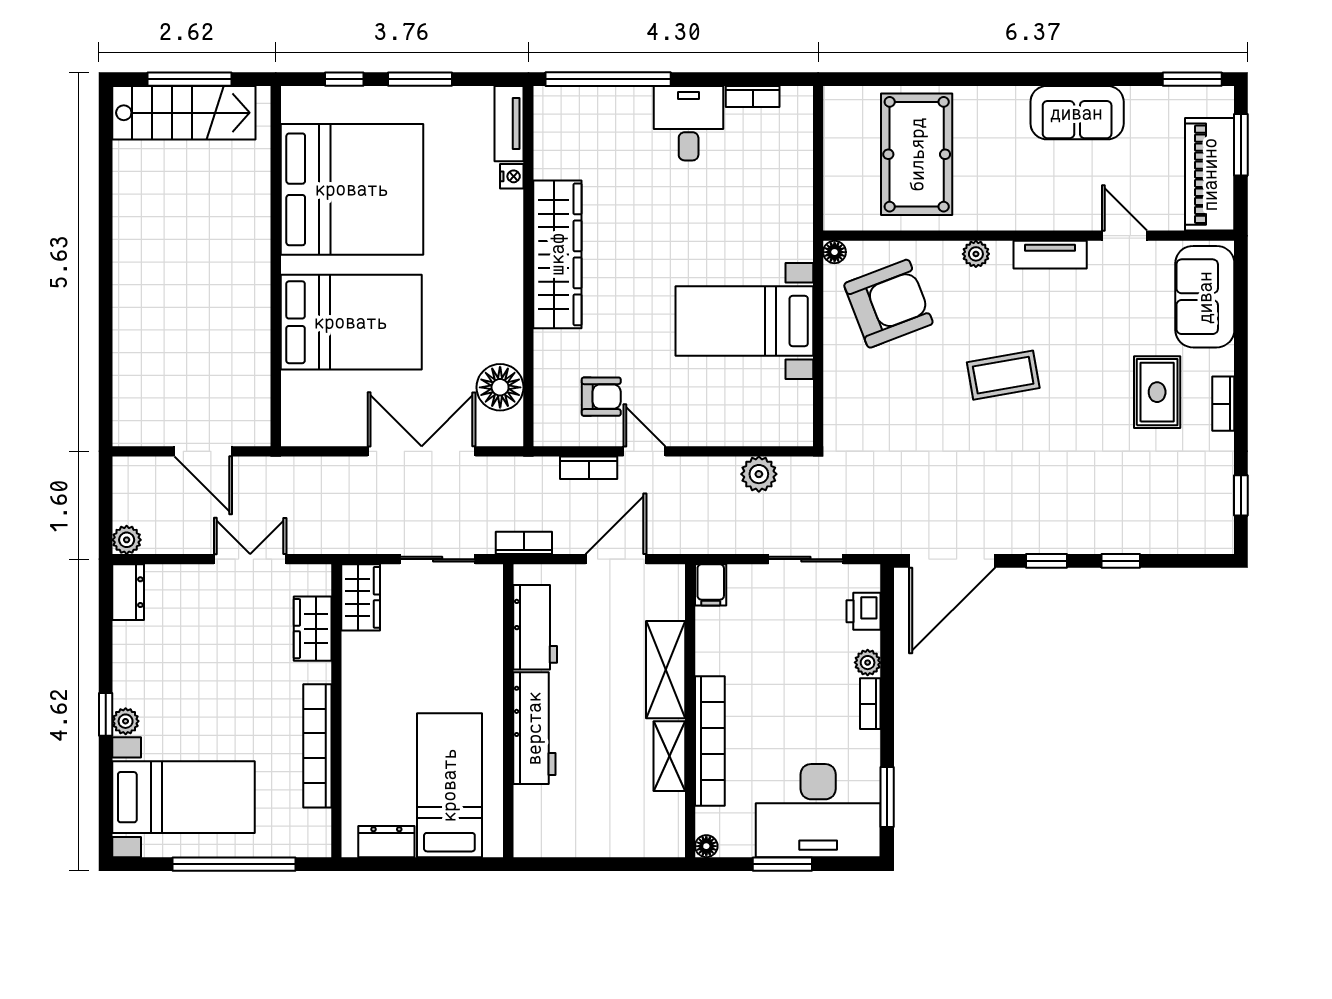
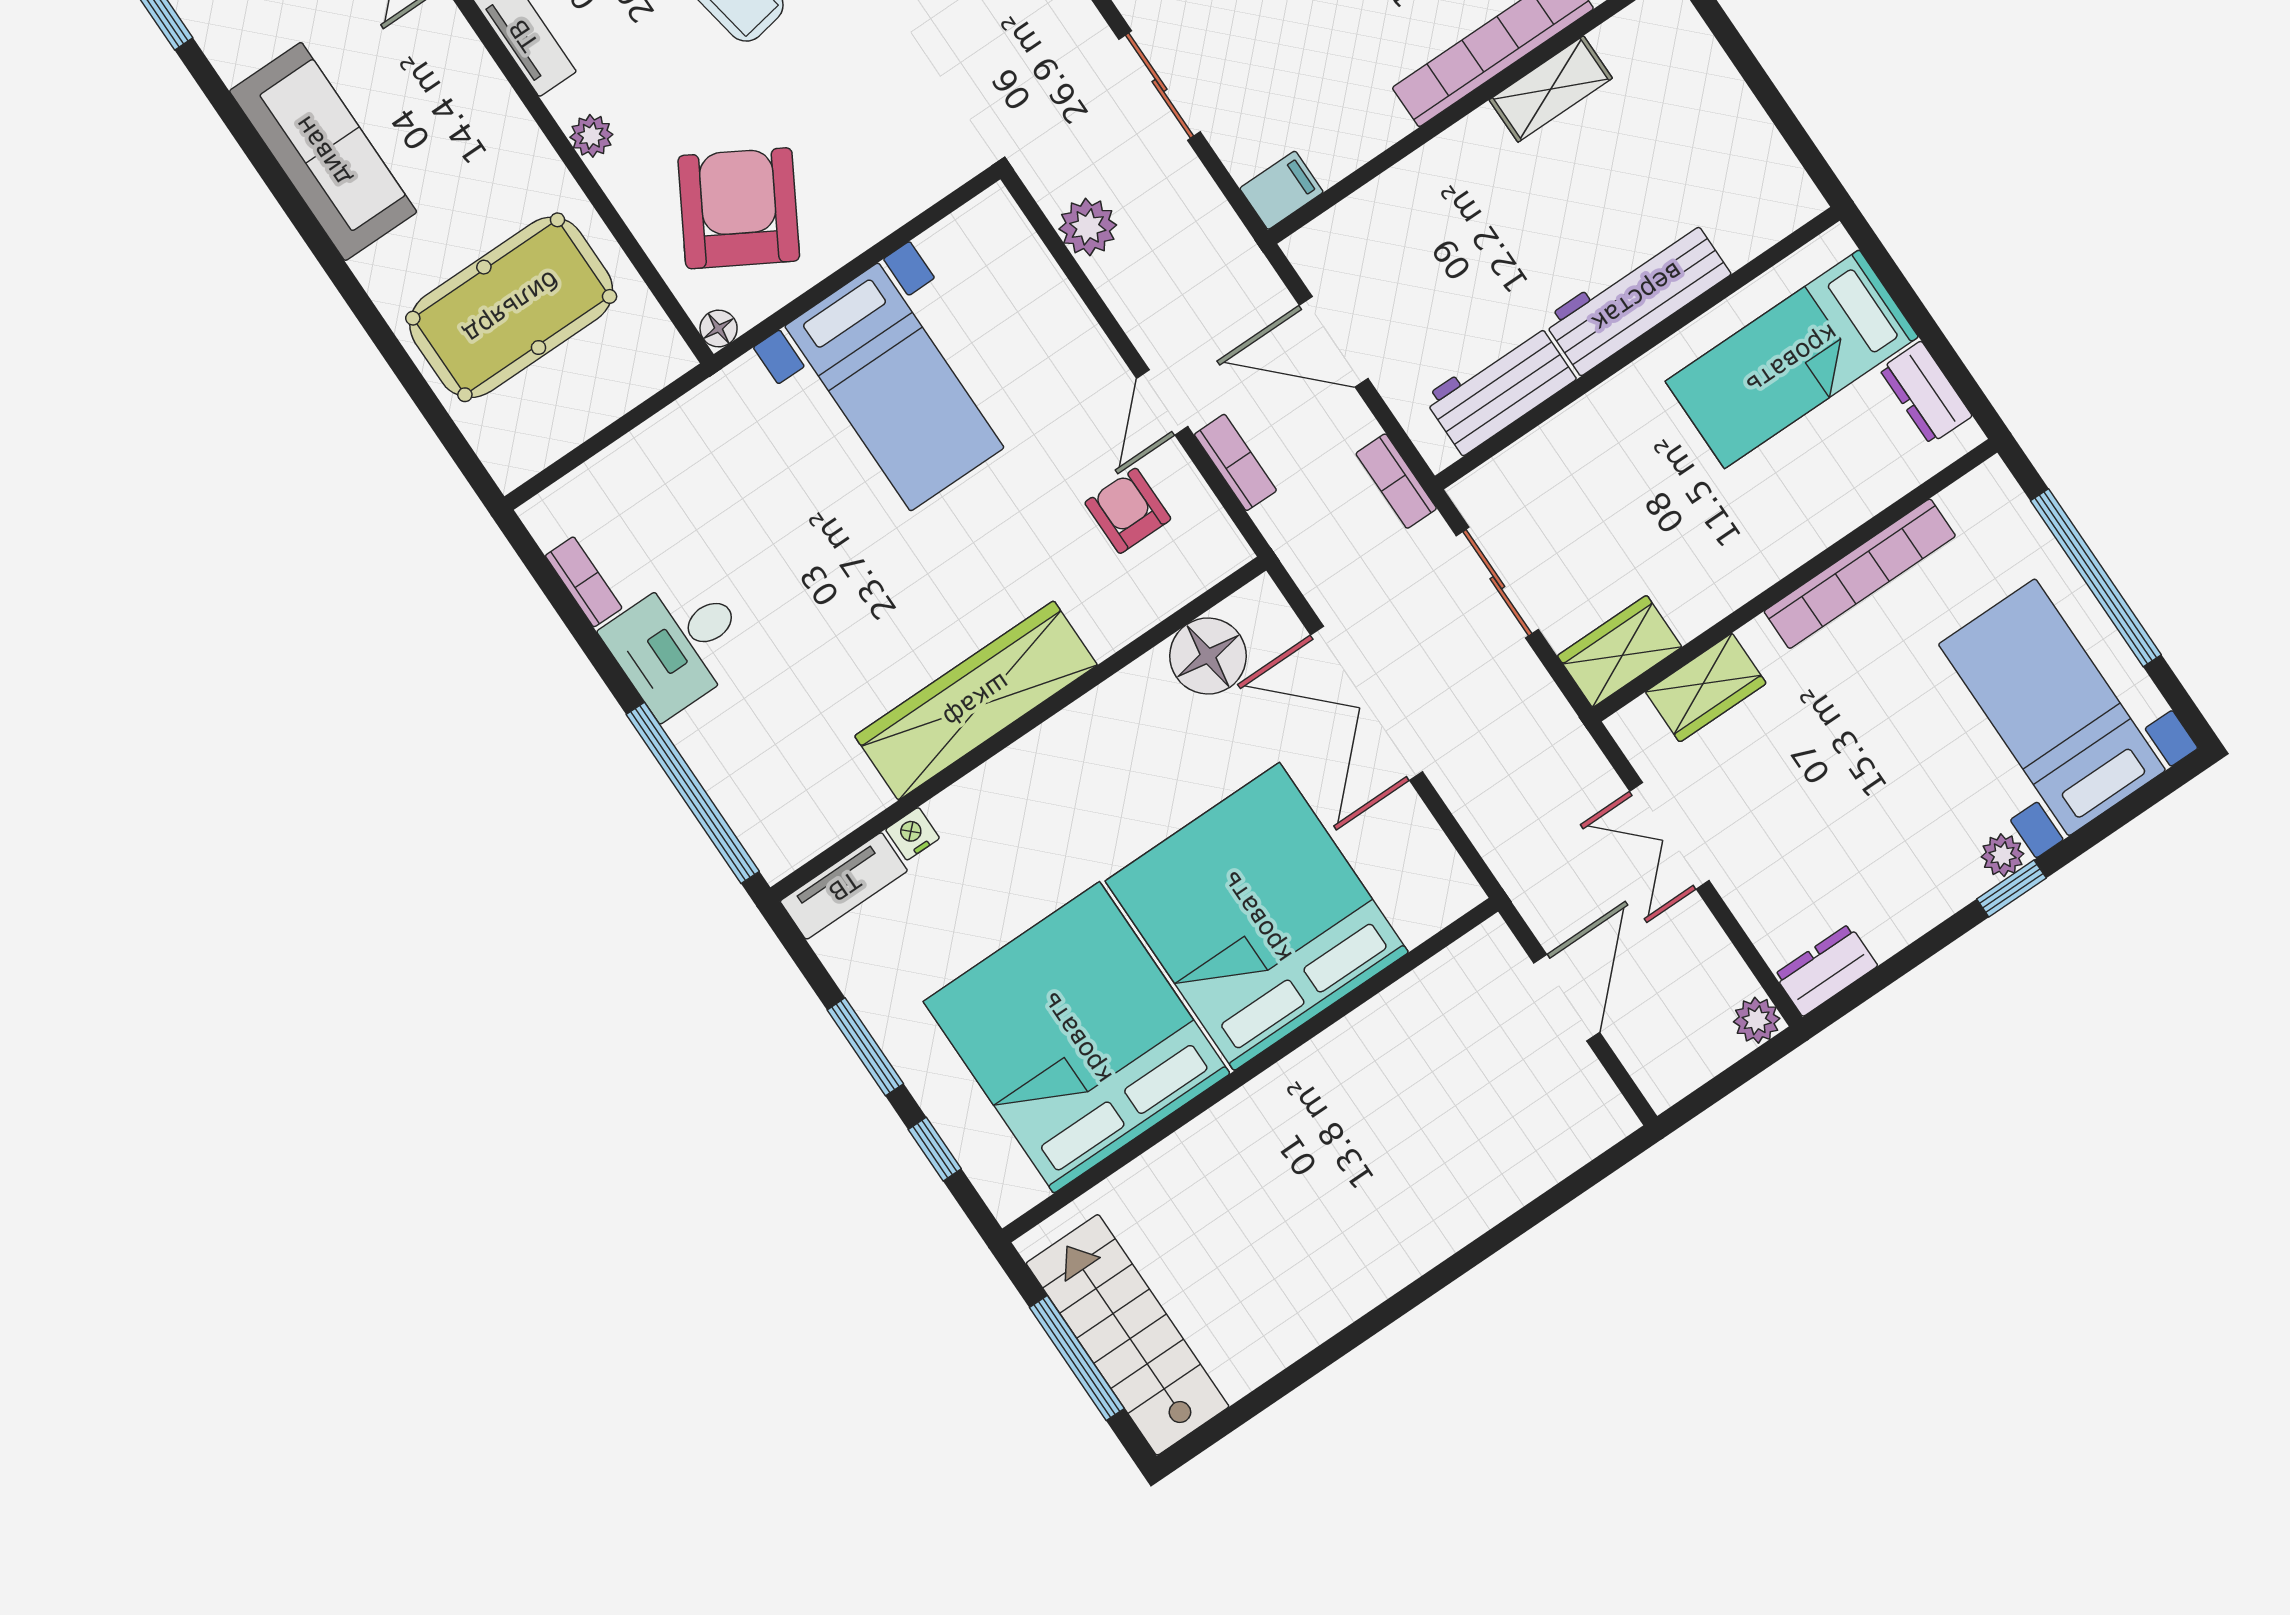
sofa: (1077, 113) -> (323, 151), width x1.36
armchair: (888, 304) -> (739, 208), turned 51
bed: (351, 322) -> (1257, 917), width x1.36
shelving: (666, 670) -> (1437, 173), removed

